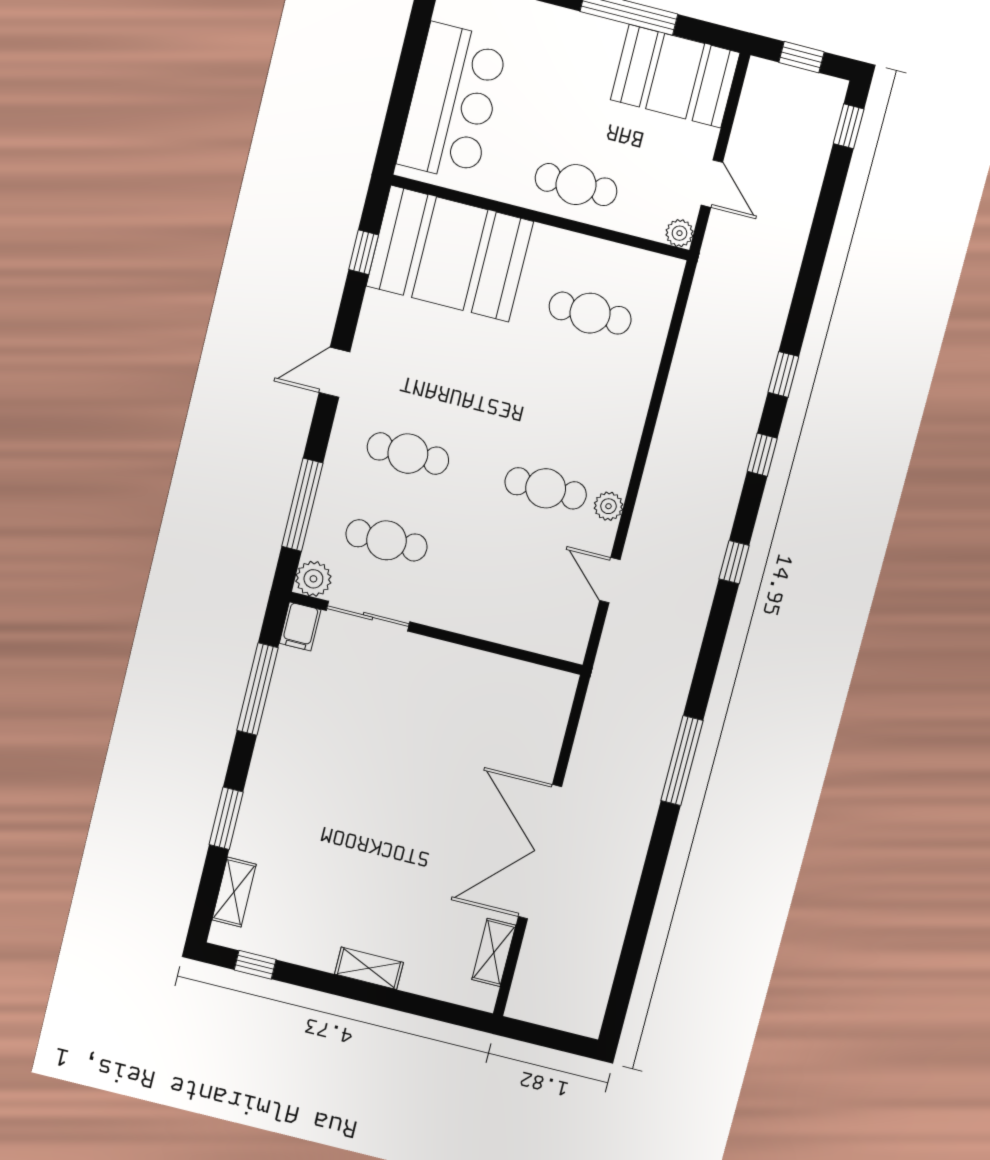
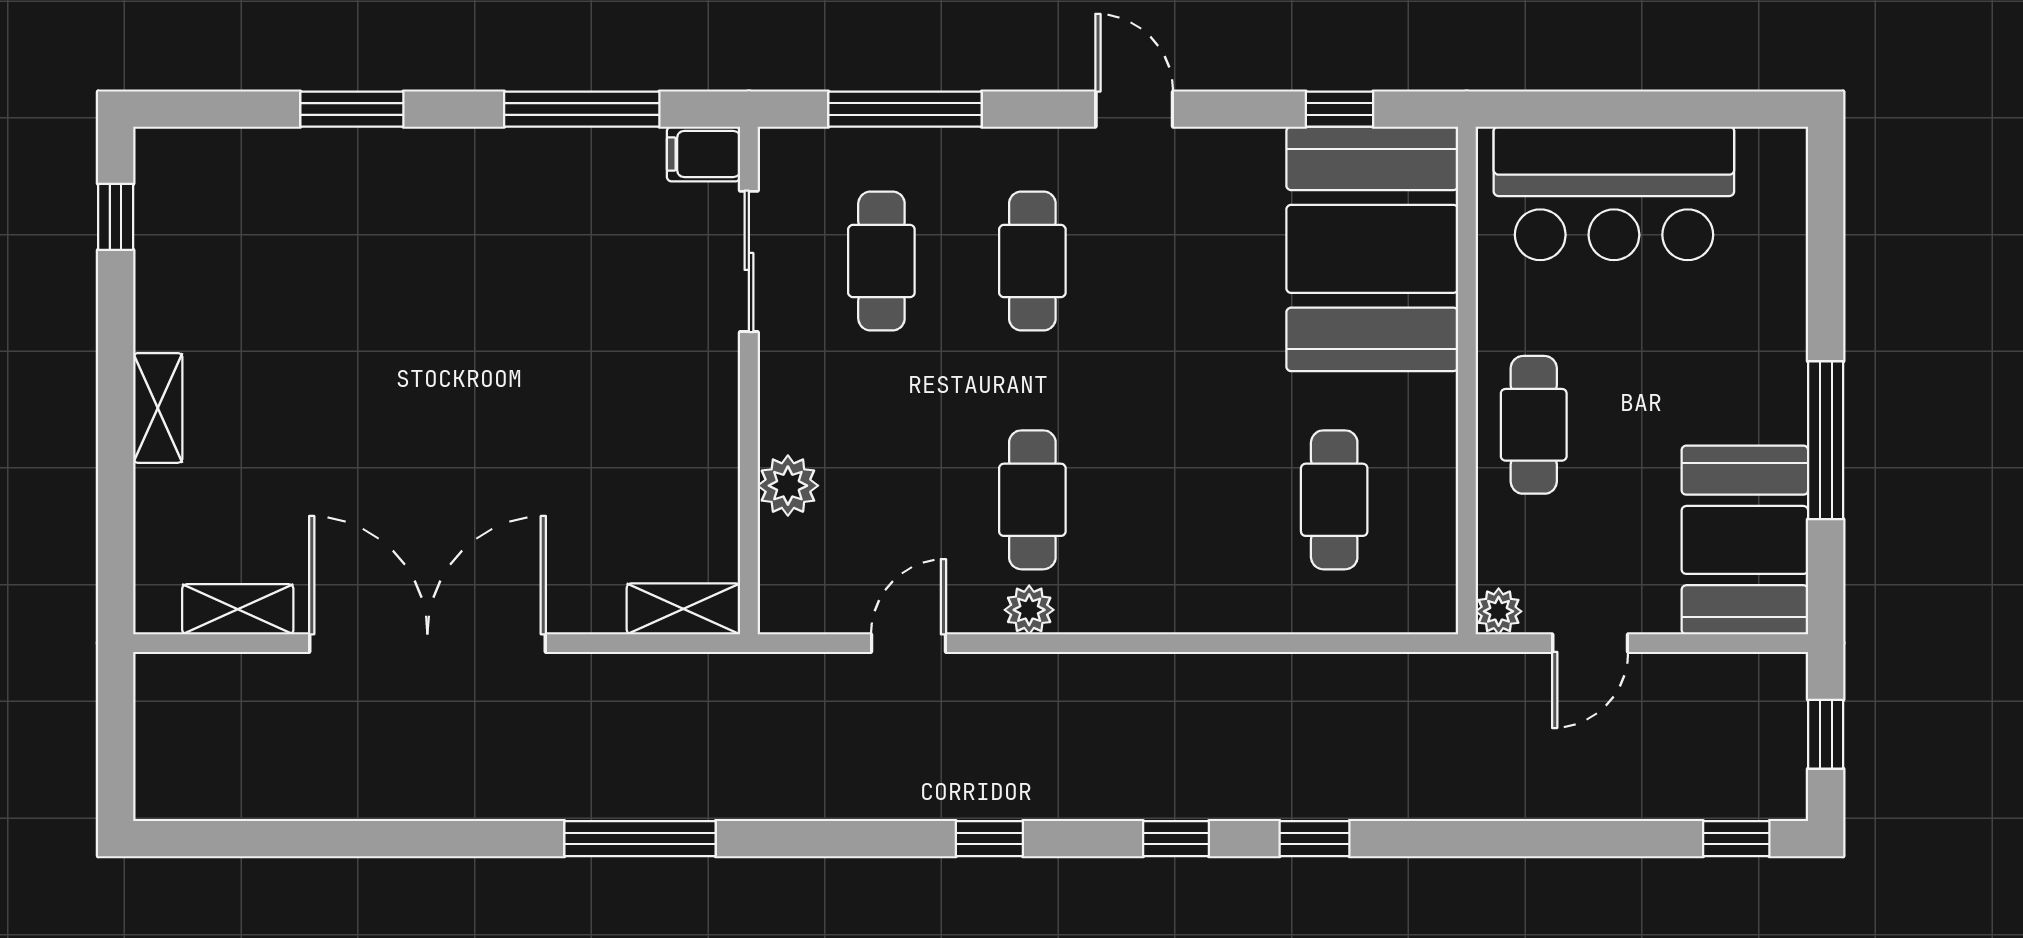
plant: (313, 579) -> (788, 486), moved
shelving: (234, 892) -> (683, 609), moved

